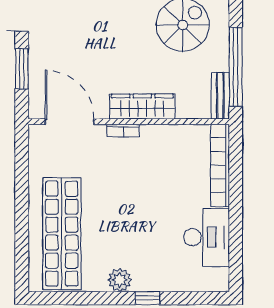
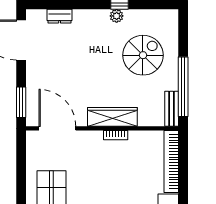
window: (22, 69) -> (21, 102), moved
bookcase: (123, 131) -> (116, 135), moved

